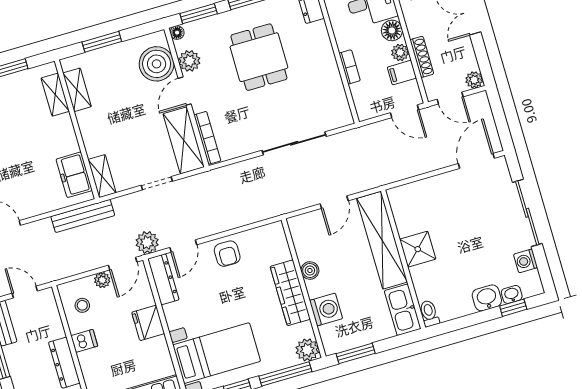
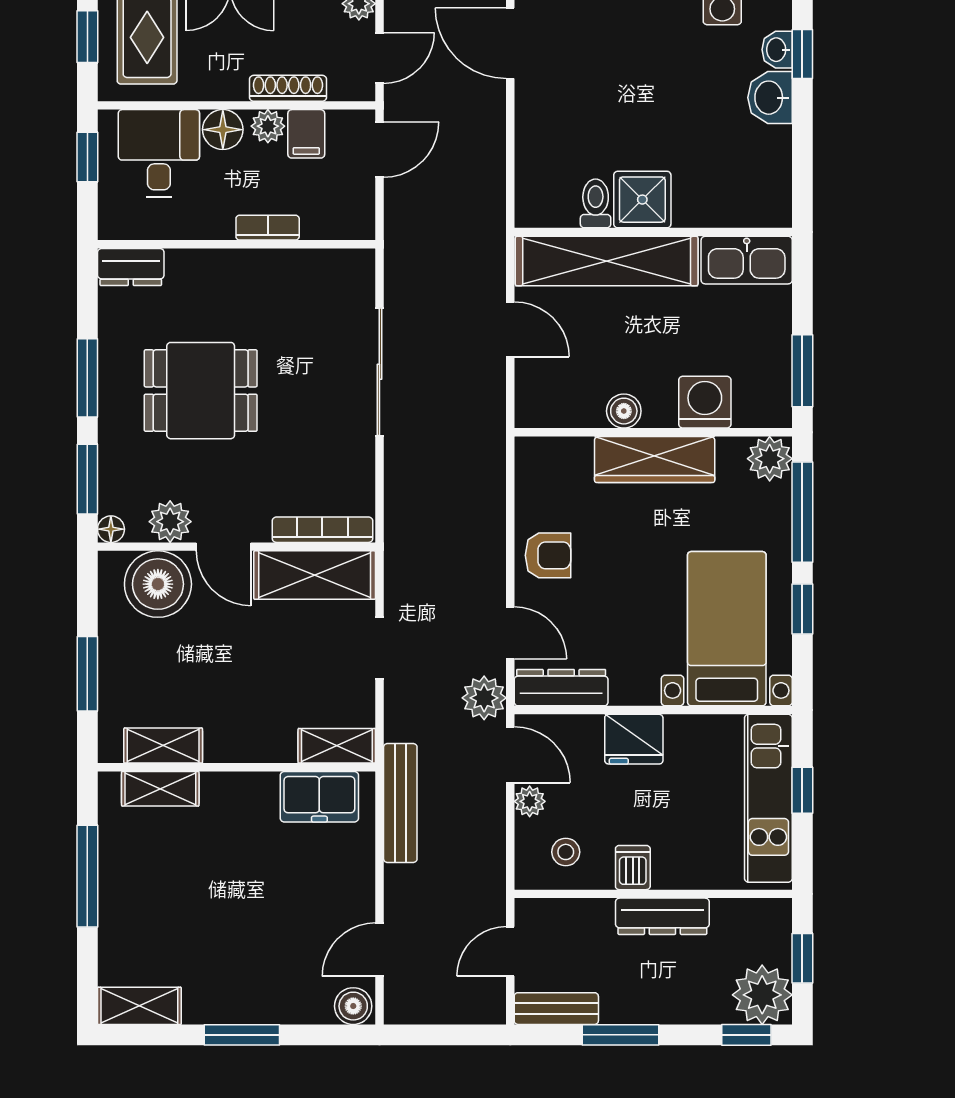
toilet: (429, 313) -> (596, 203), moved, turned 90

